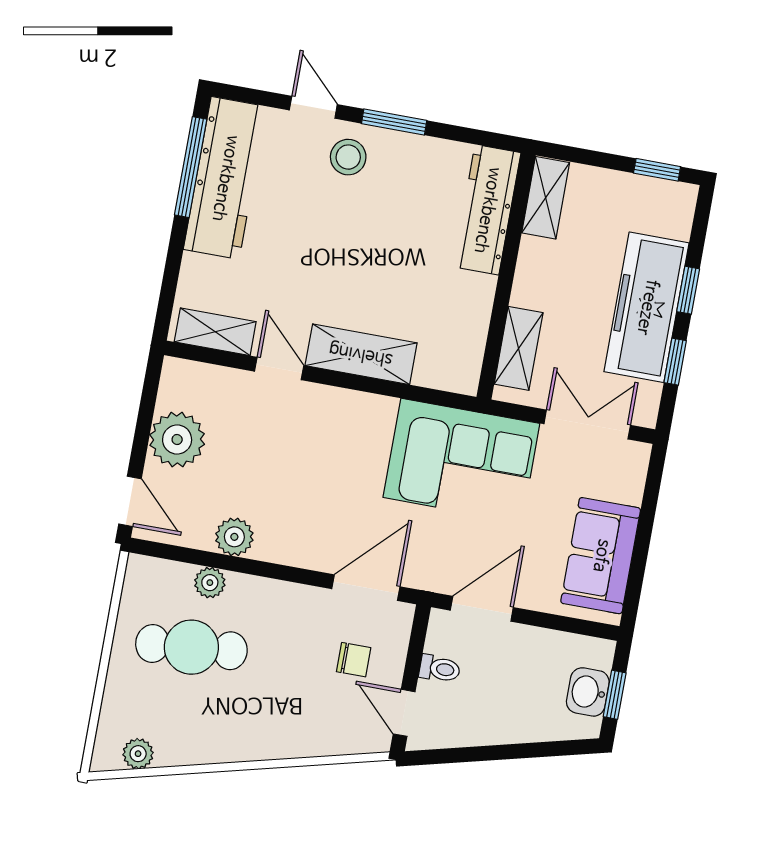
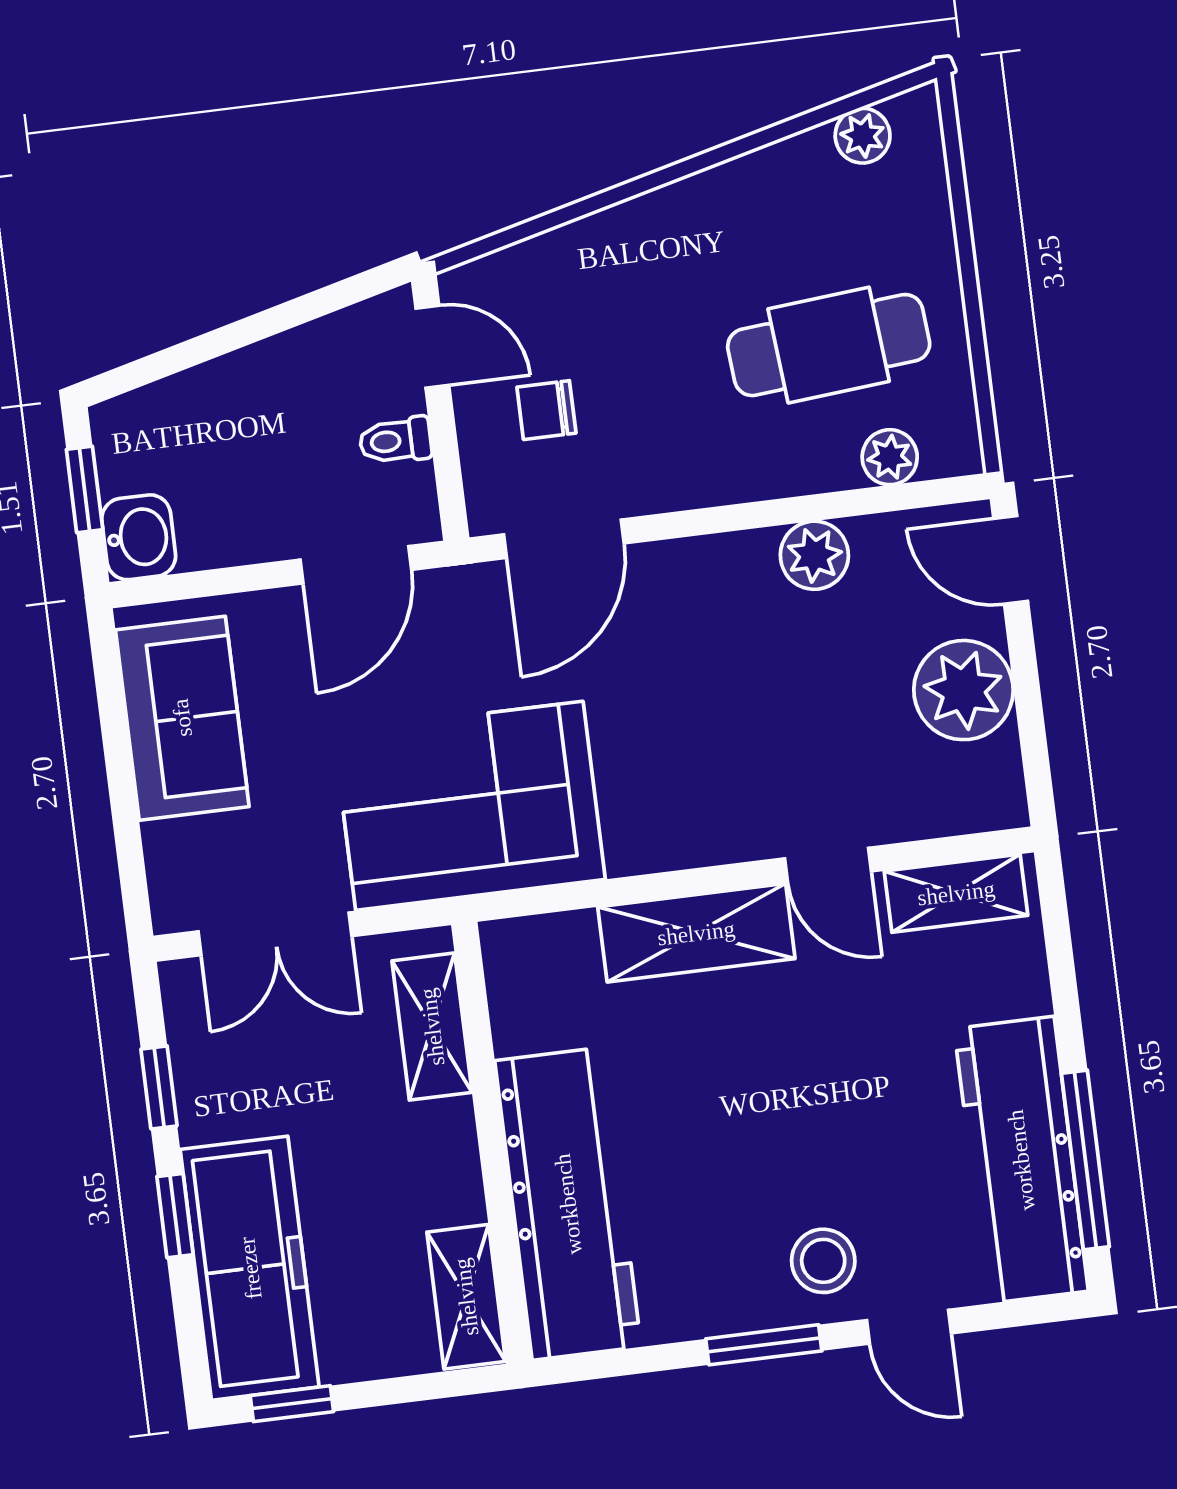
workbench: (487, 210) -> (568, 1204), width x1.36, depth x1.32
freezer: (647, 307) -> (250, 1268), moved
plant: (210, 583) -> (890, 457), moved
washbasin: (588, 692) -> (139, 537), moved

